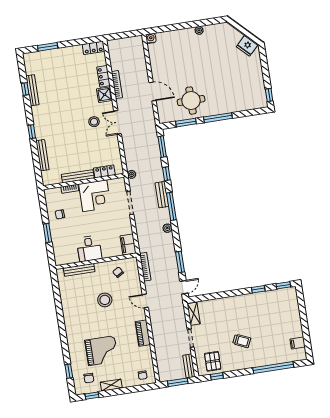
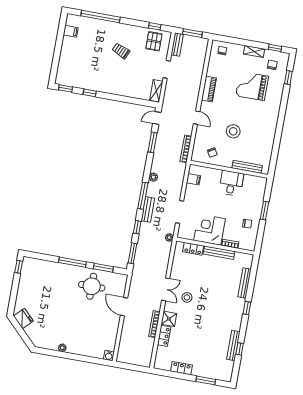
locker: (93, 48) -> (181, 368), moved
filing cabinet: (128, 244) -> (194, 179), width x0.50

